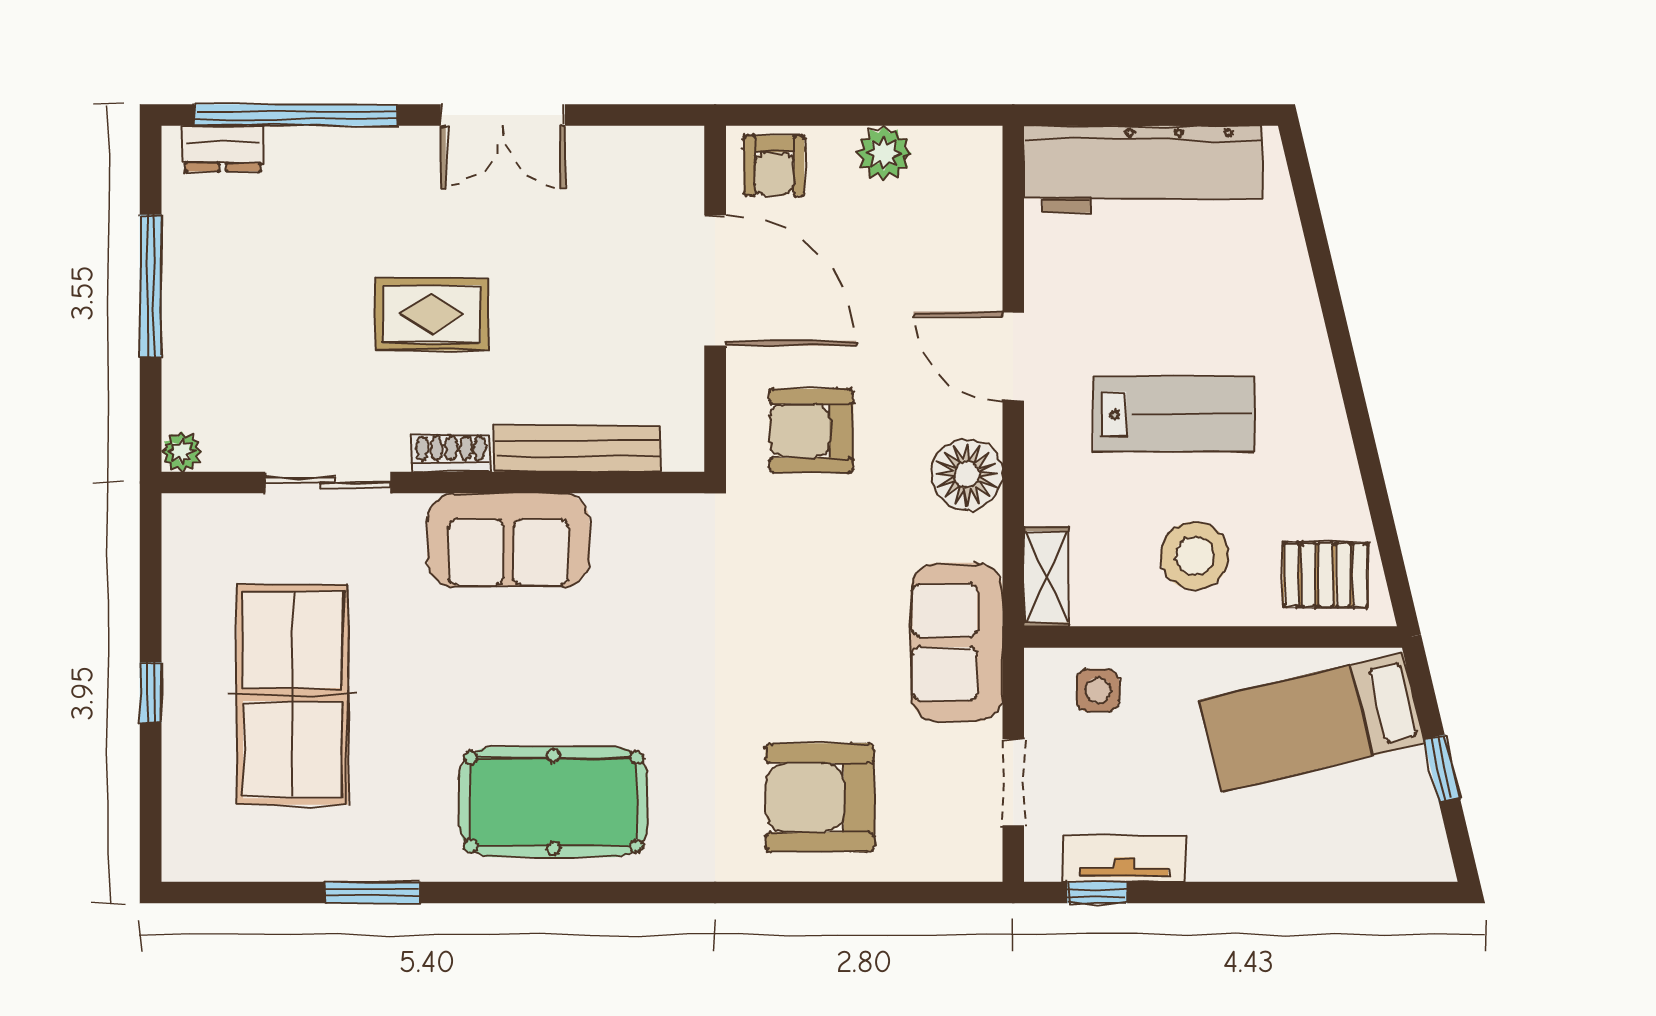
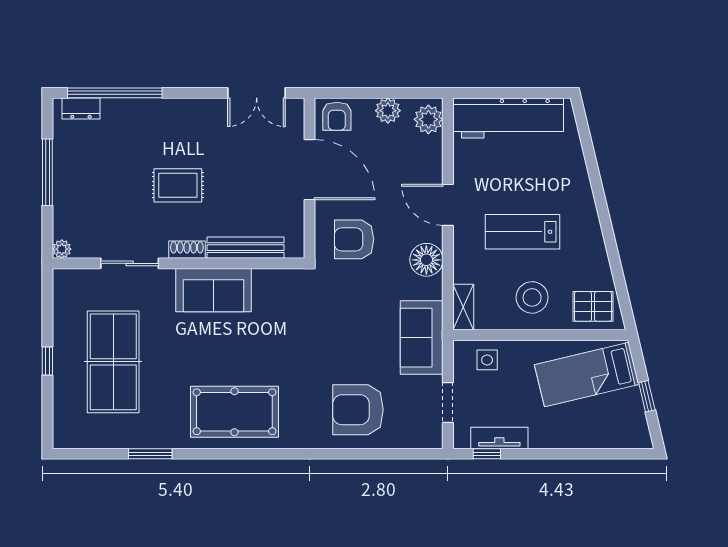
double door: (503, 115) -> (257, 93), moved
plant: (971, 172) -> (428, 119), added
lab bench: (1174, 414) -> (523, 232), turned 180

